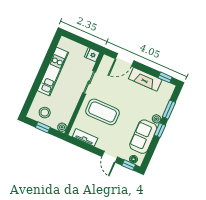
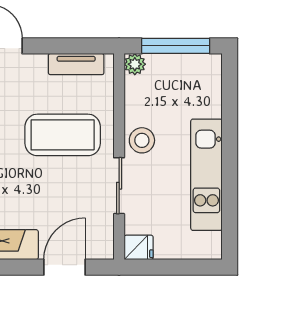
stool: (45, 113) -> (142, 140), moved
window: (43, 127) -> (176, 46), width x2.17

